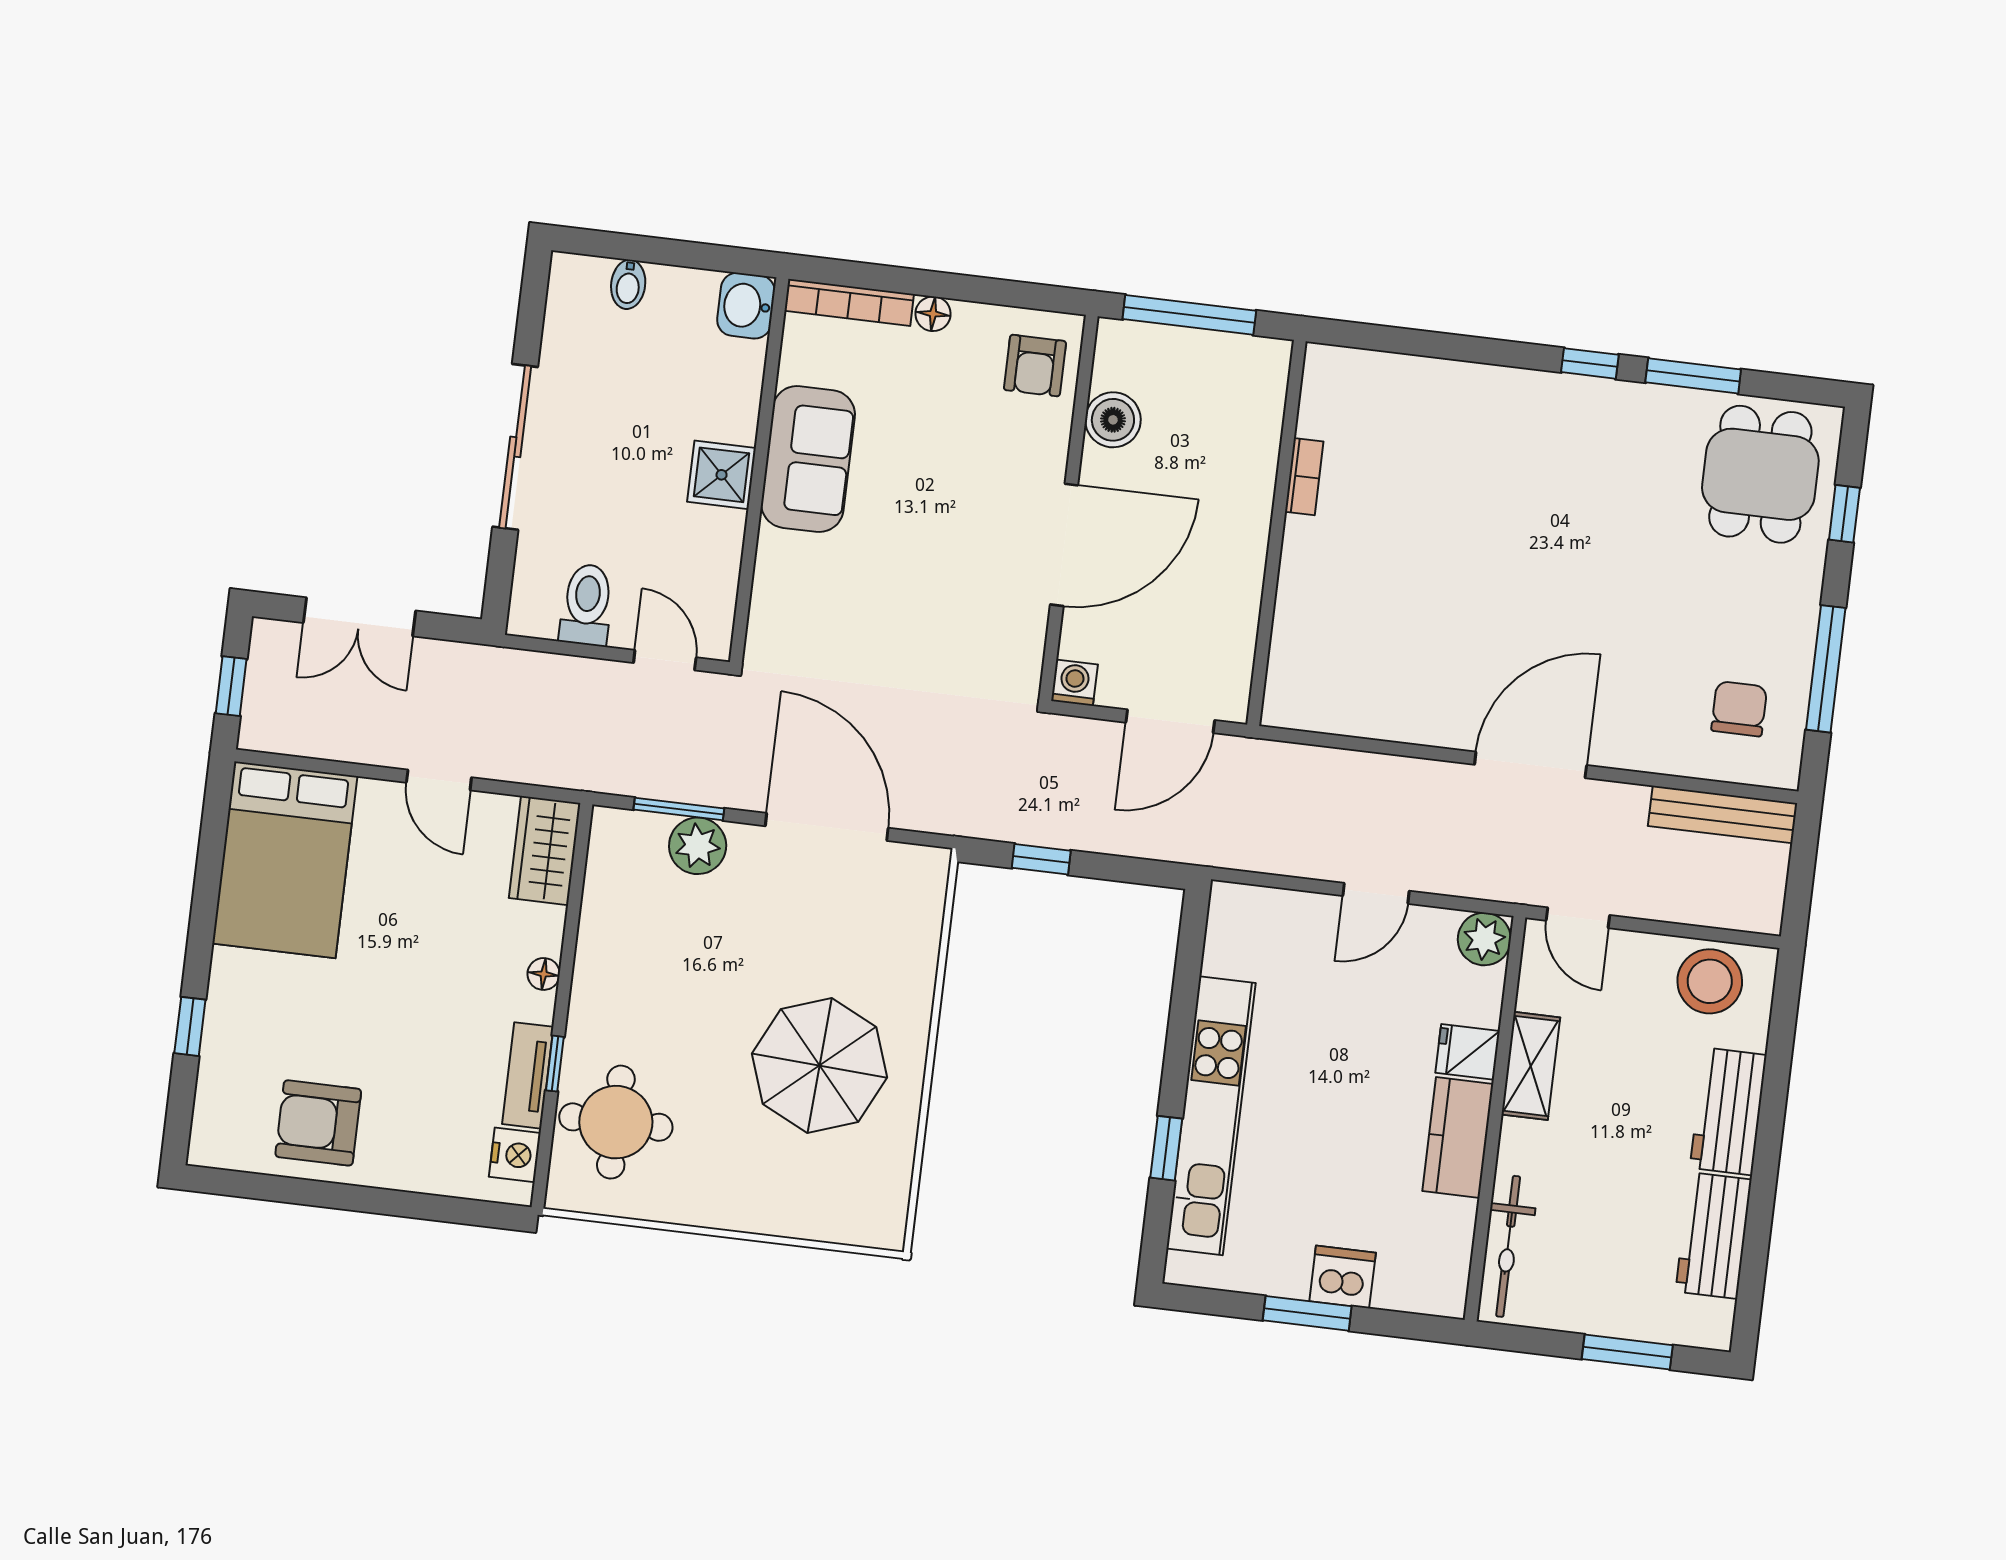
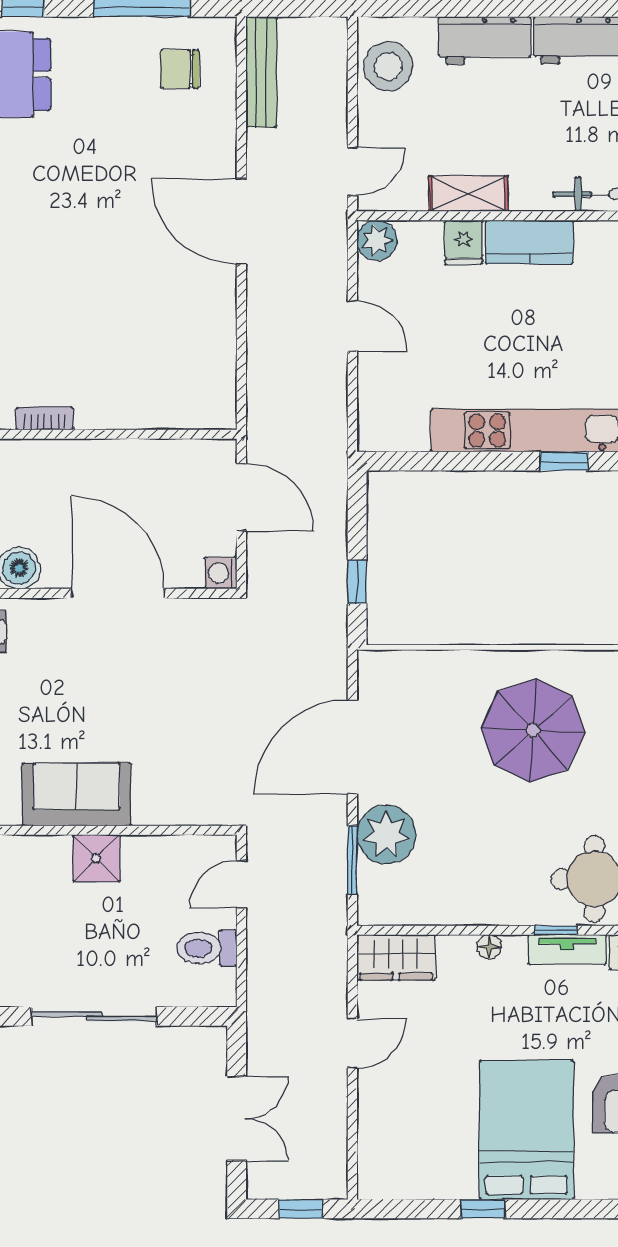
plant: (698, 846) -> (386, 835), width x1.36, depth x1.36
bed: (285, 860) -> (526, 1130), moved, turned -90
window: (190, 1026) -> (483, 1209), moved

